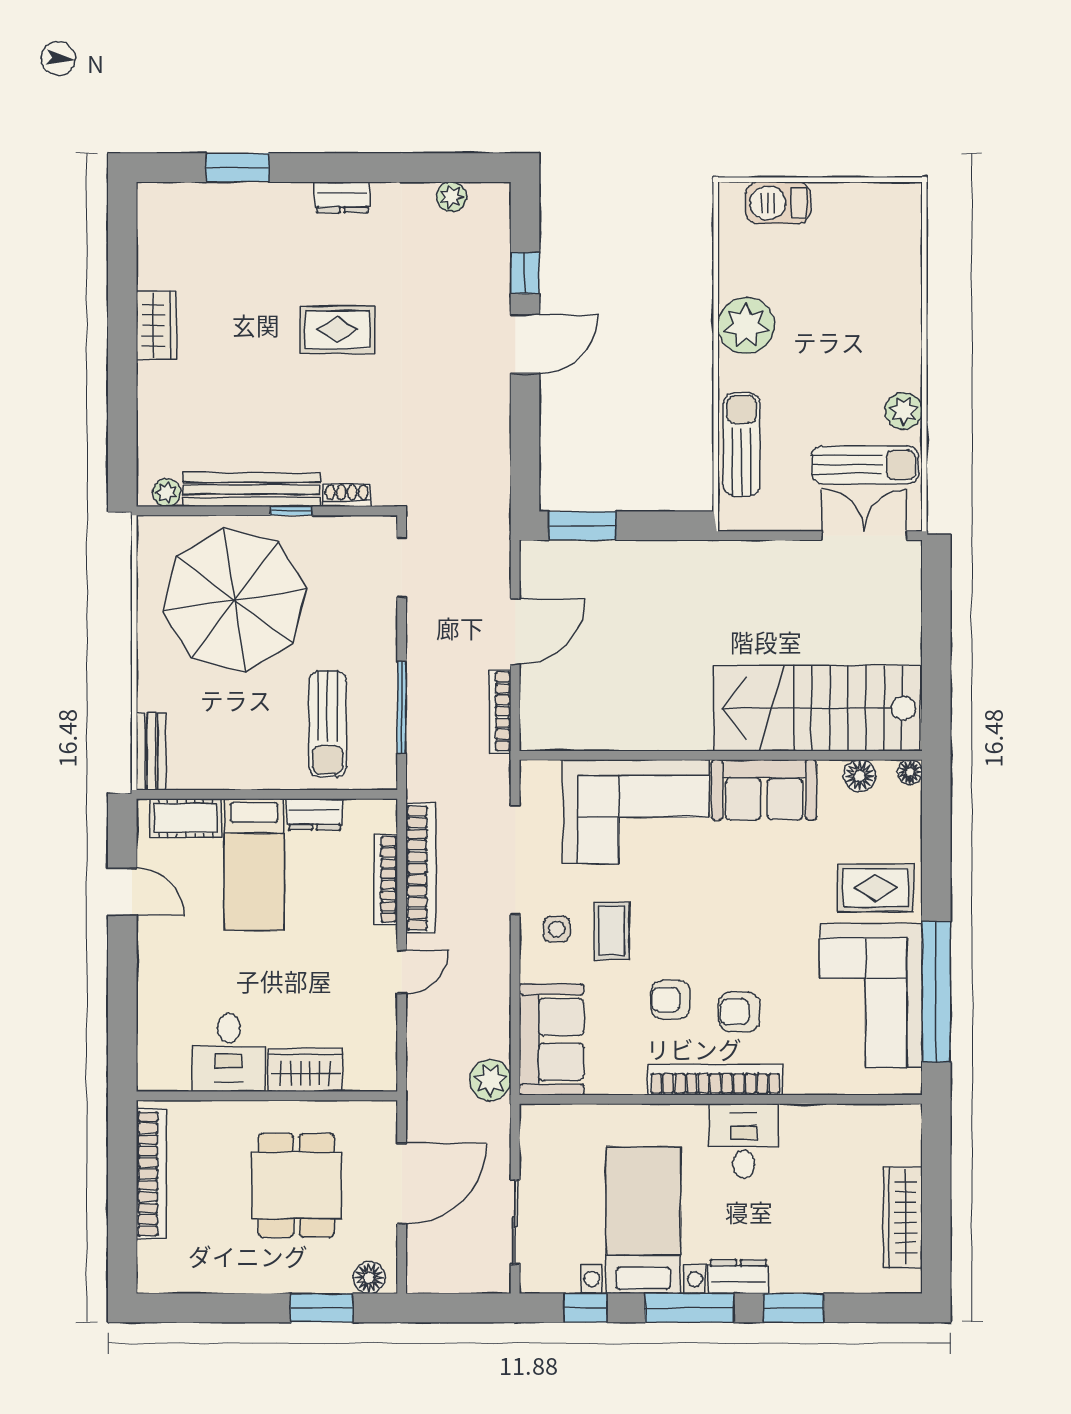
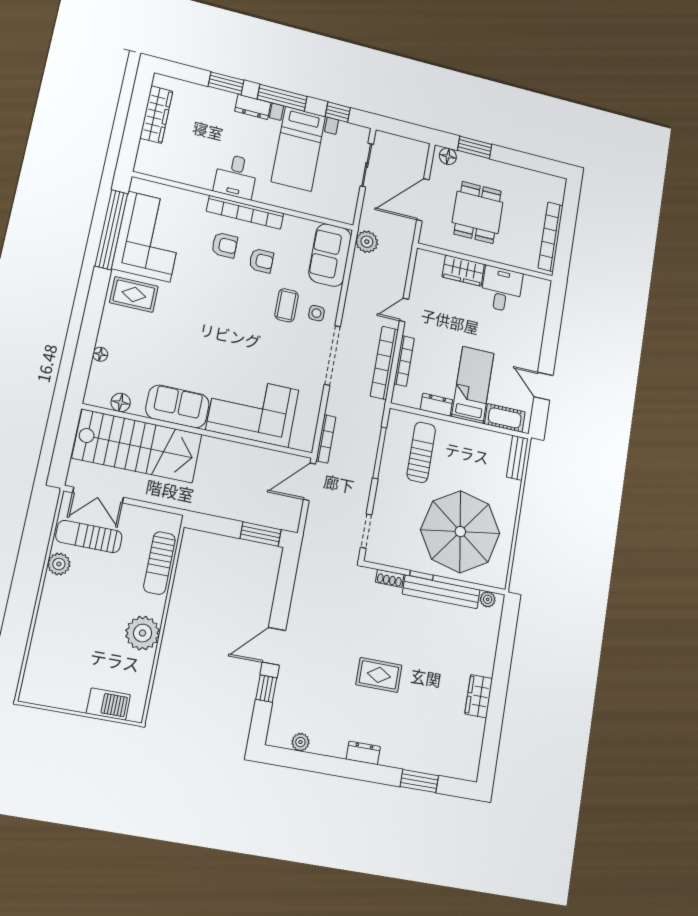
stairs: (817, 708) -> (137, 446), moved
wall: (721, 755) -> (198, 431), moved
floor lamp: (860, 776) -> (121, 402), moved
sofa: (764, 790) -> (177, 406), moved
corner sofa: (636, 812) -> (252, 410), moved

